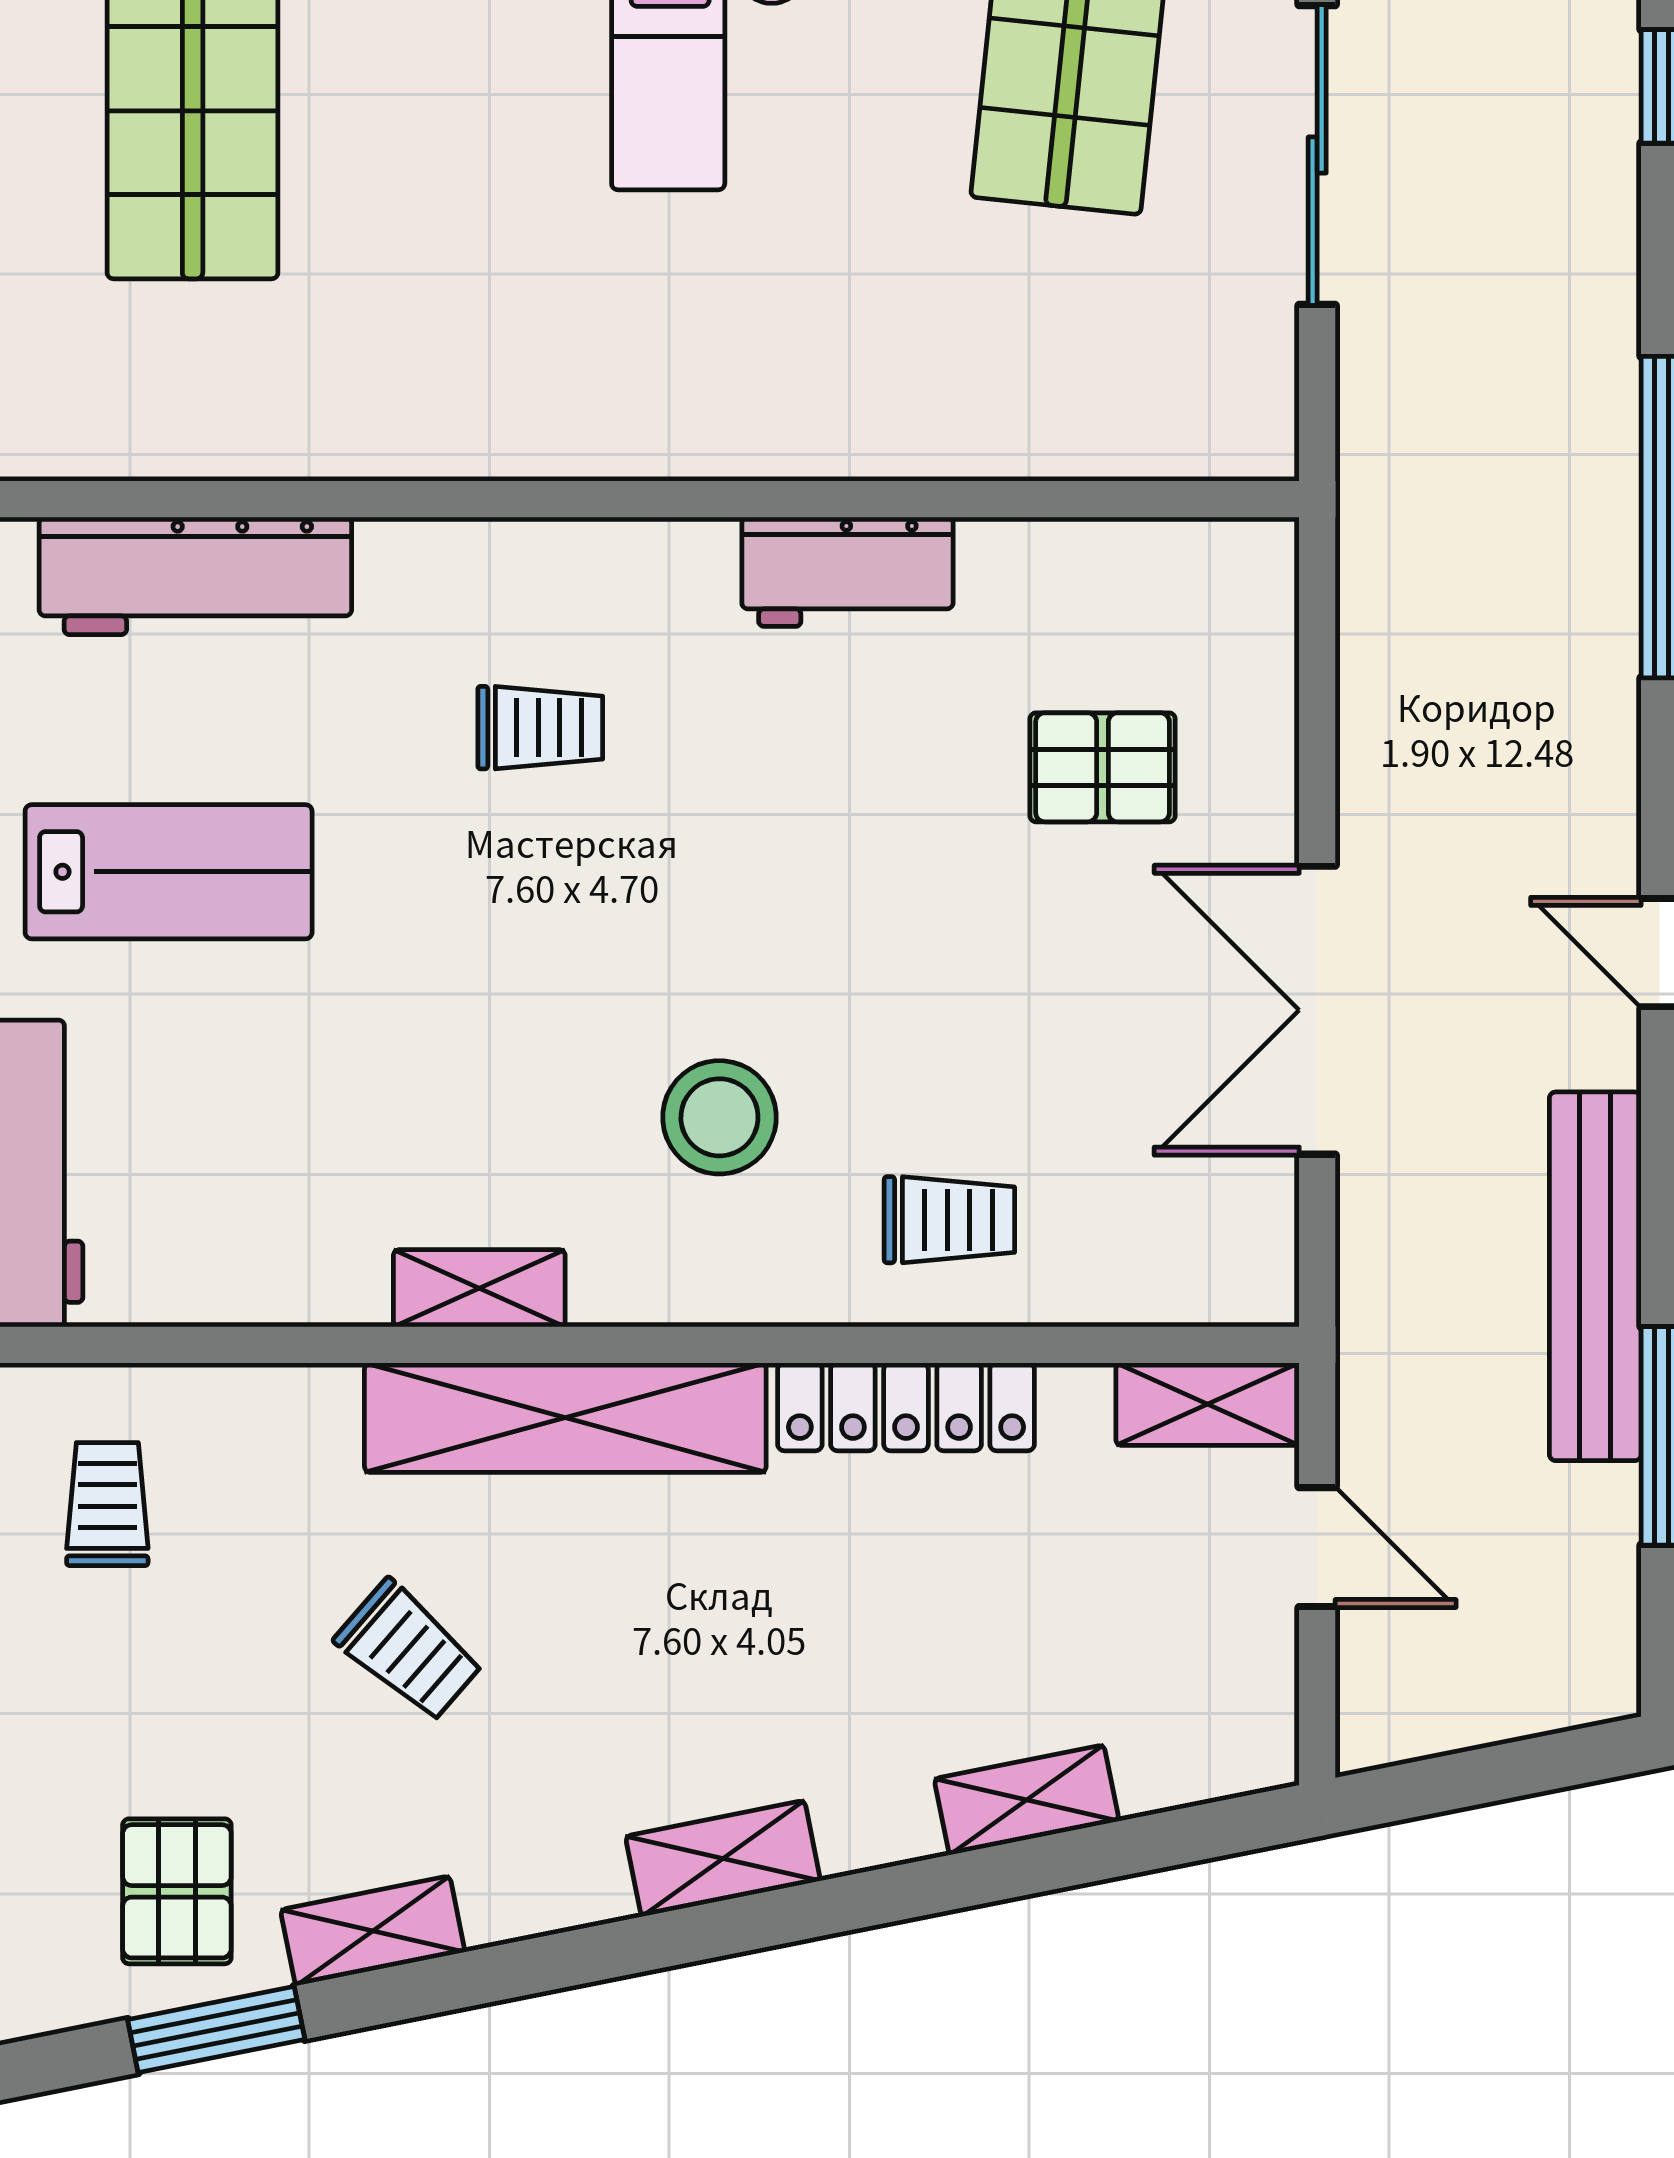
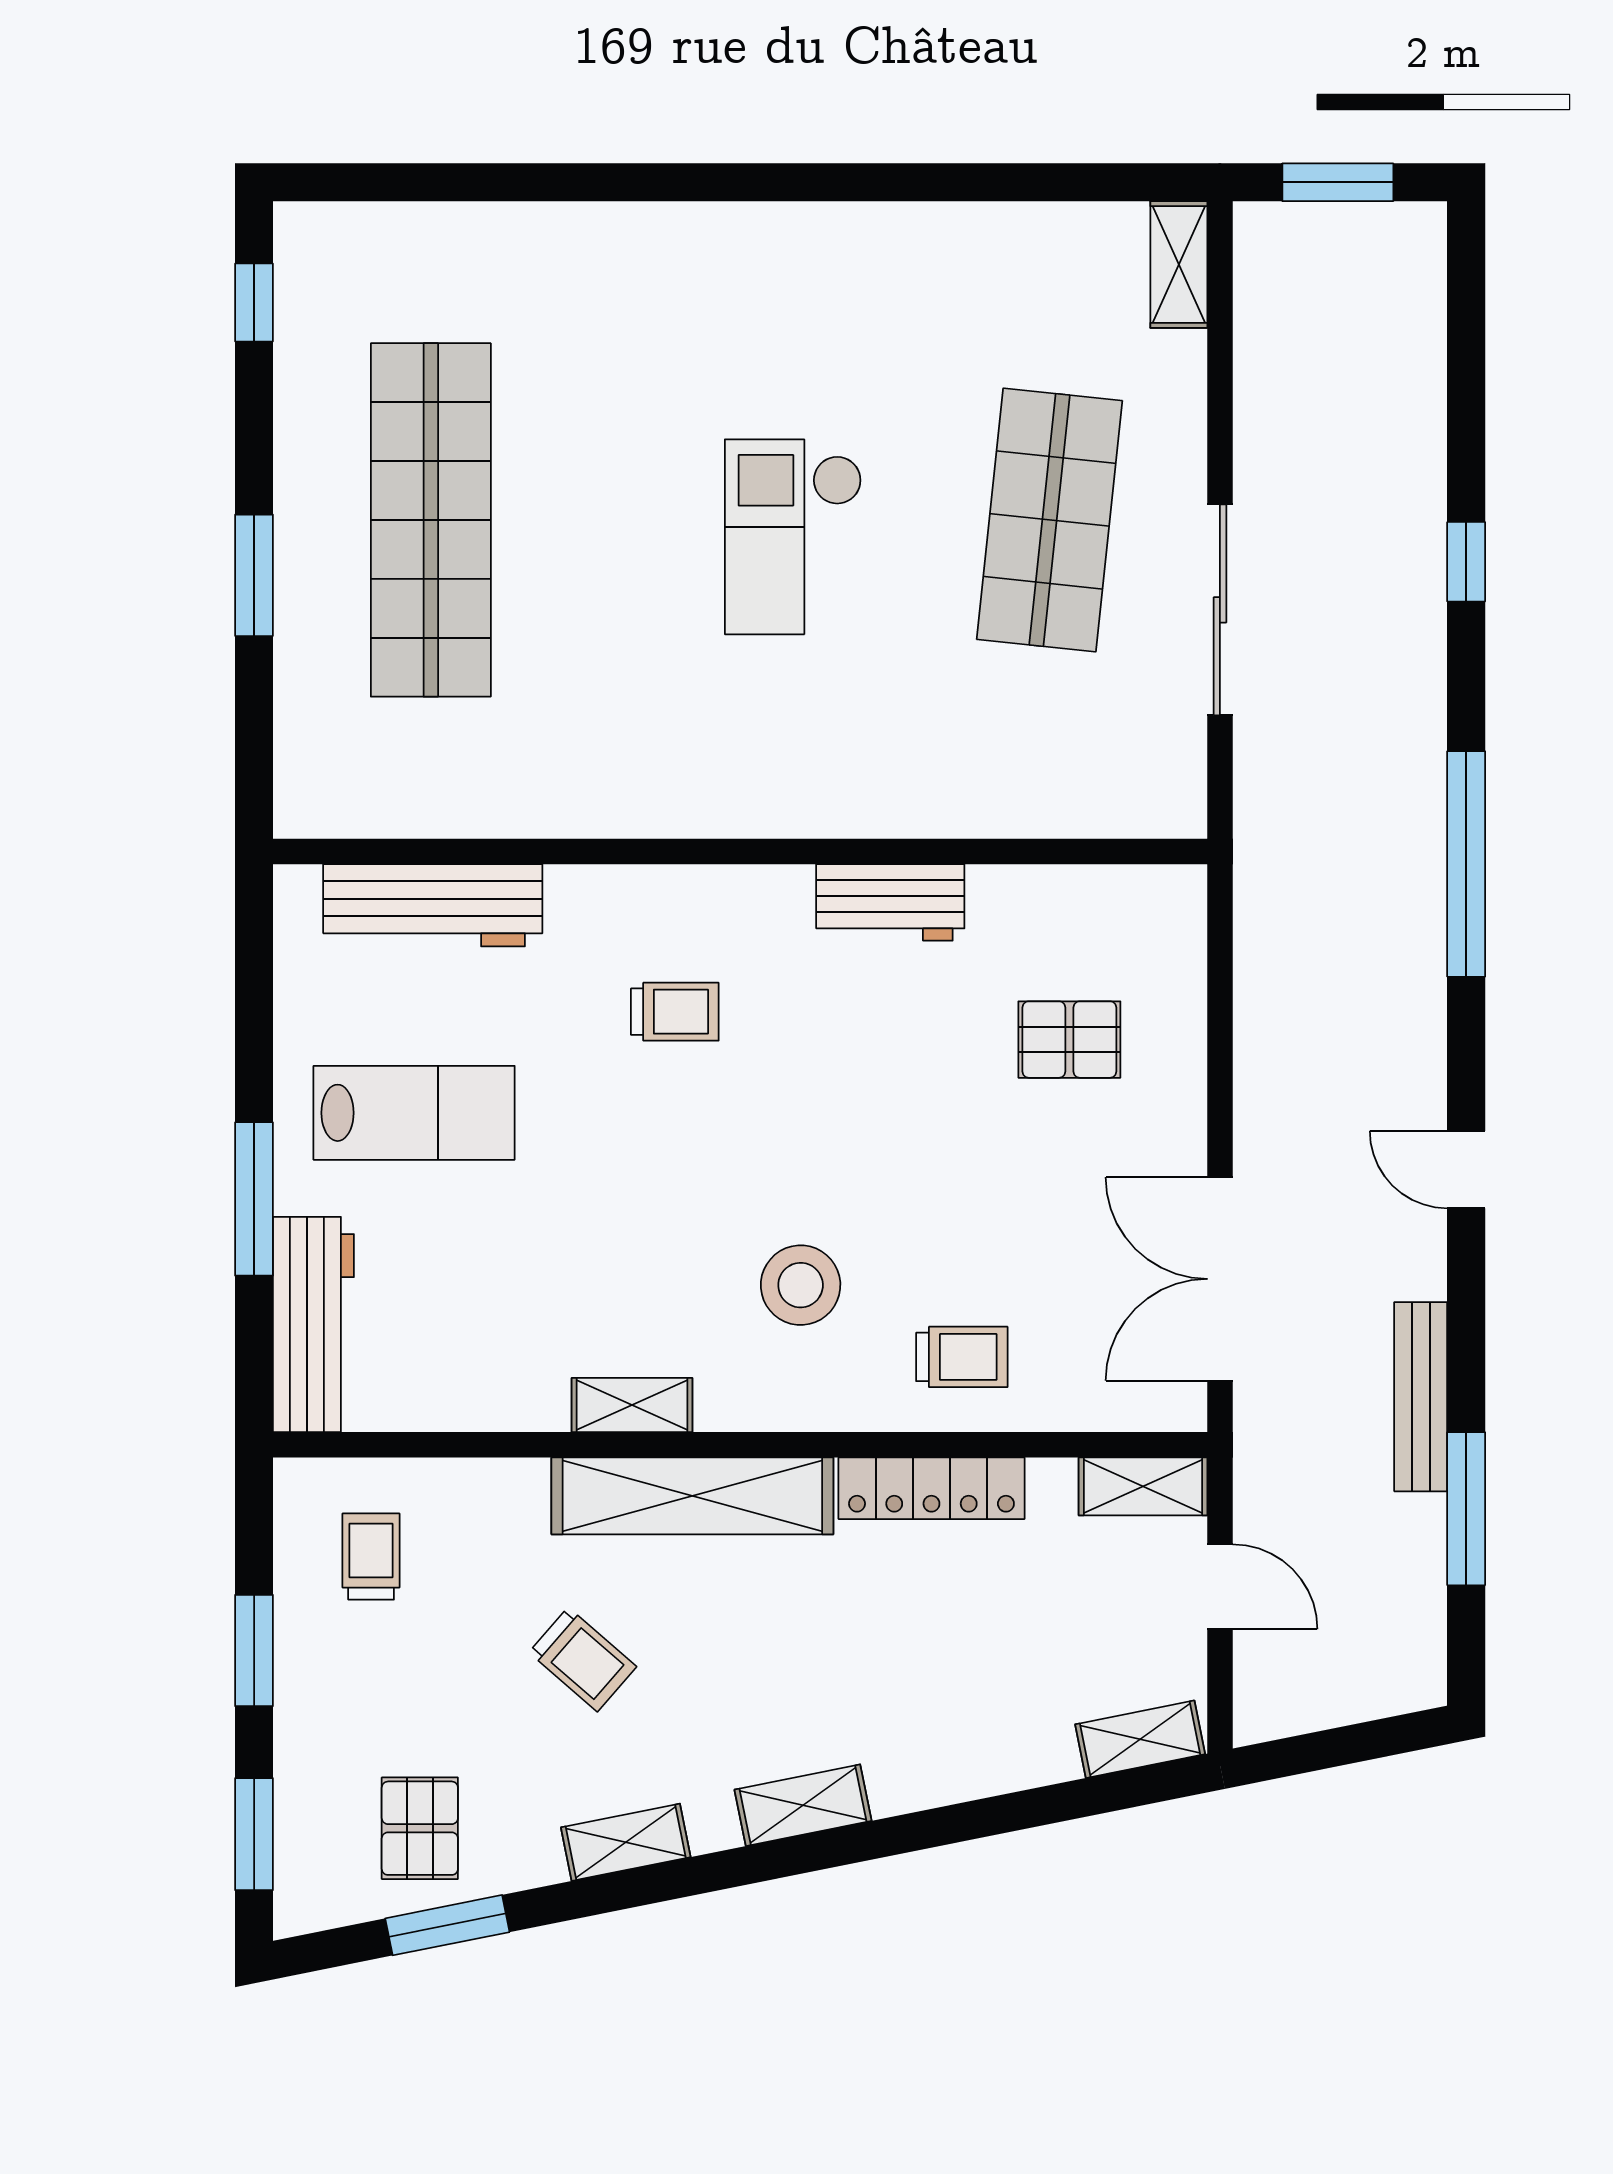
double door: (1317, 1010) -> (1220, 1279), moved
bench: (1595, 1276) -> (1421, 1397), width x0.73, depth x0.82
shelving: (1027, 1800) -> (1140, 1739), moved
shelving: (373, 1931) -> (626, 1842), moved

